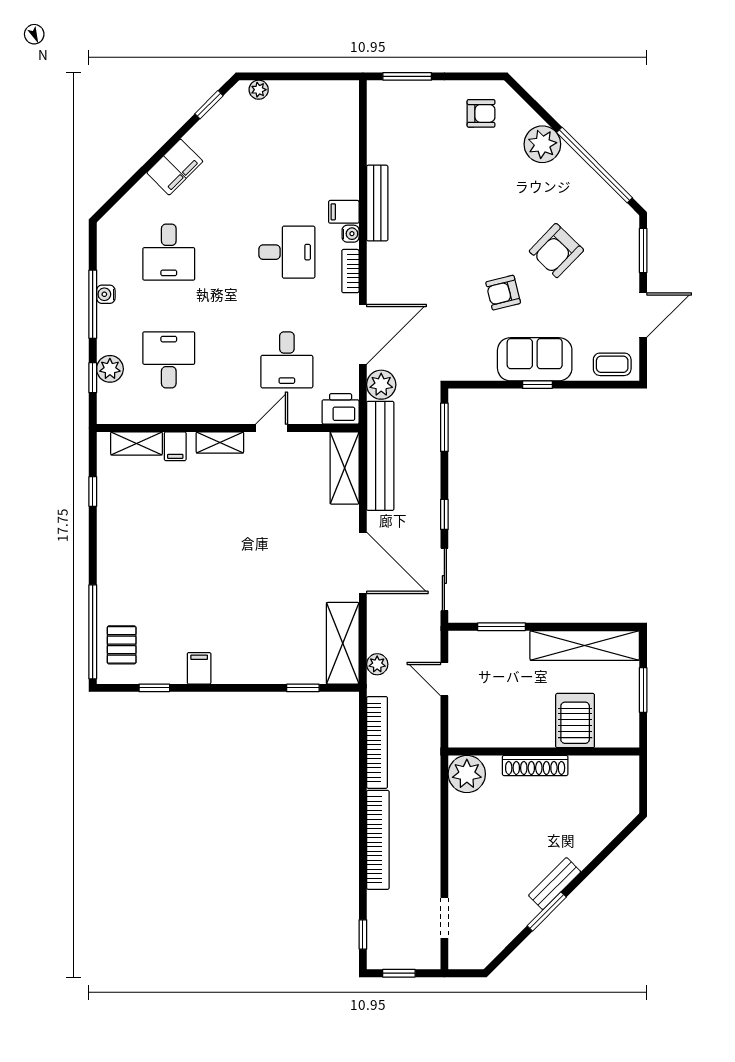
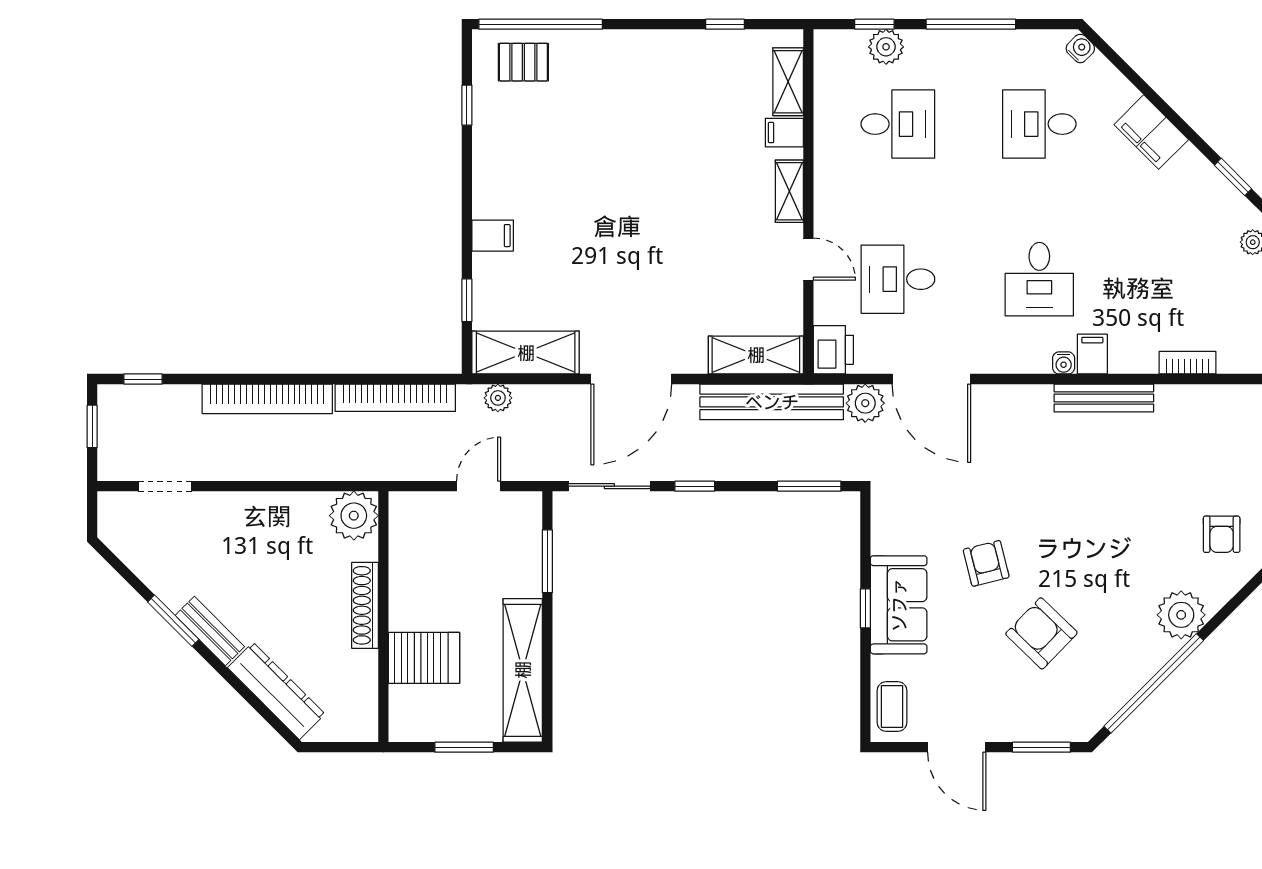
bookcase: (350, 271) -> (1187, 363), moved
water cooler: (106, 294) -> (1080, 48), moved, turned 45
filing cabinet: (199, 668) -> (493, 236), moved
dresser: (600, 833) -> (276, 691), added

